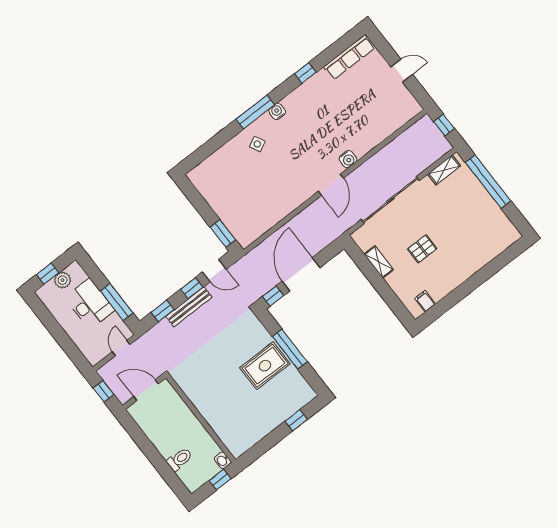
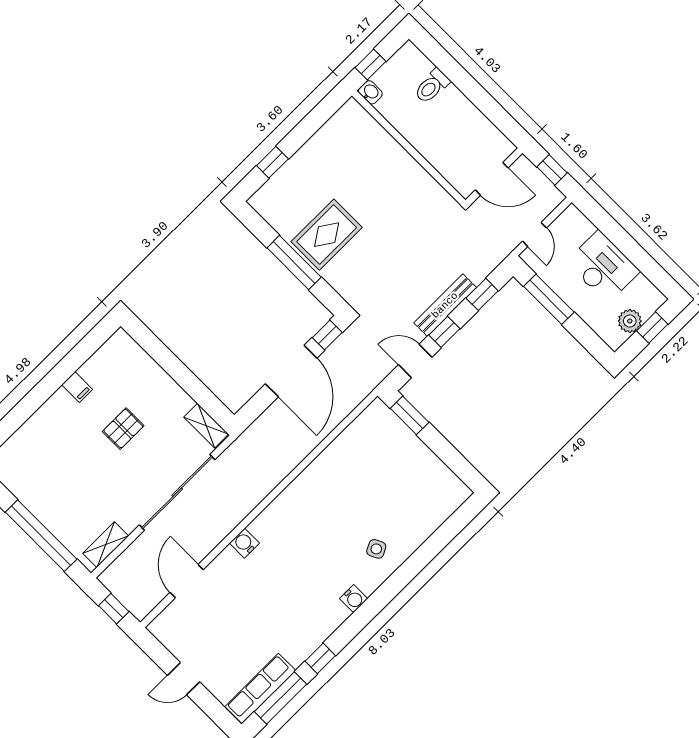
window: (255, 112) -> (281, 698), moved
door: (331, 185) -> (187, 581), moved
shelving: (379, 262) -> (206, 426), moved
filing cabinet: (425, 301) -> (77, 387), moved
desk: (90, 304) -> (603, 267), moved, turned 180

